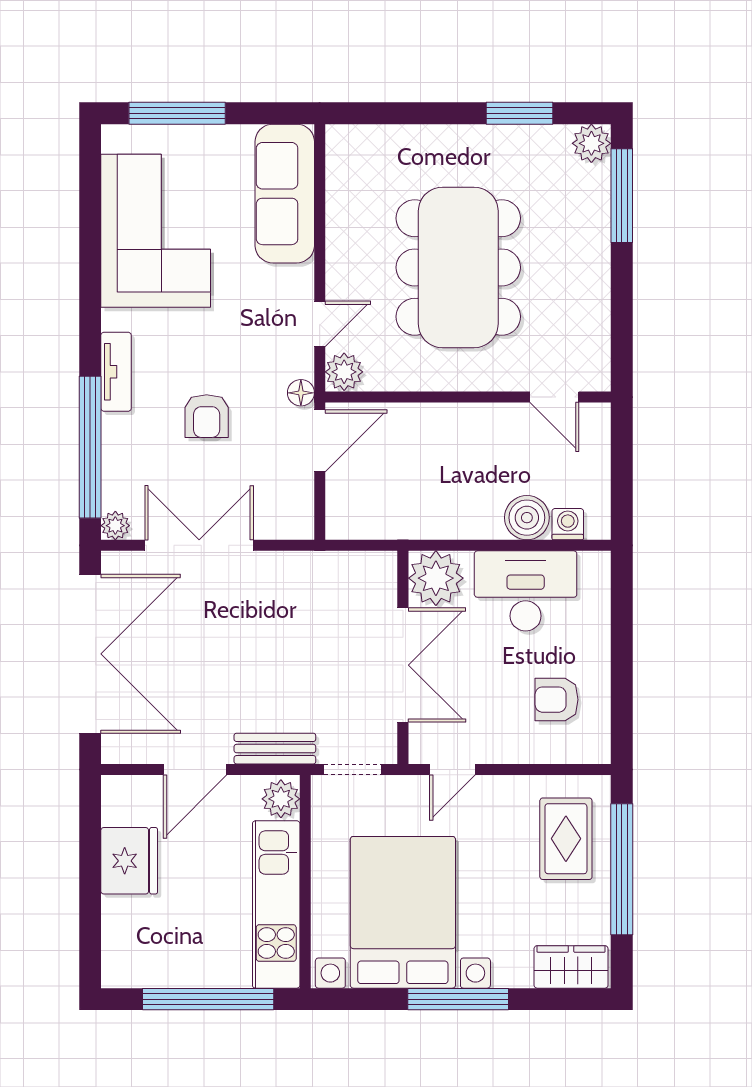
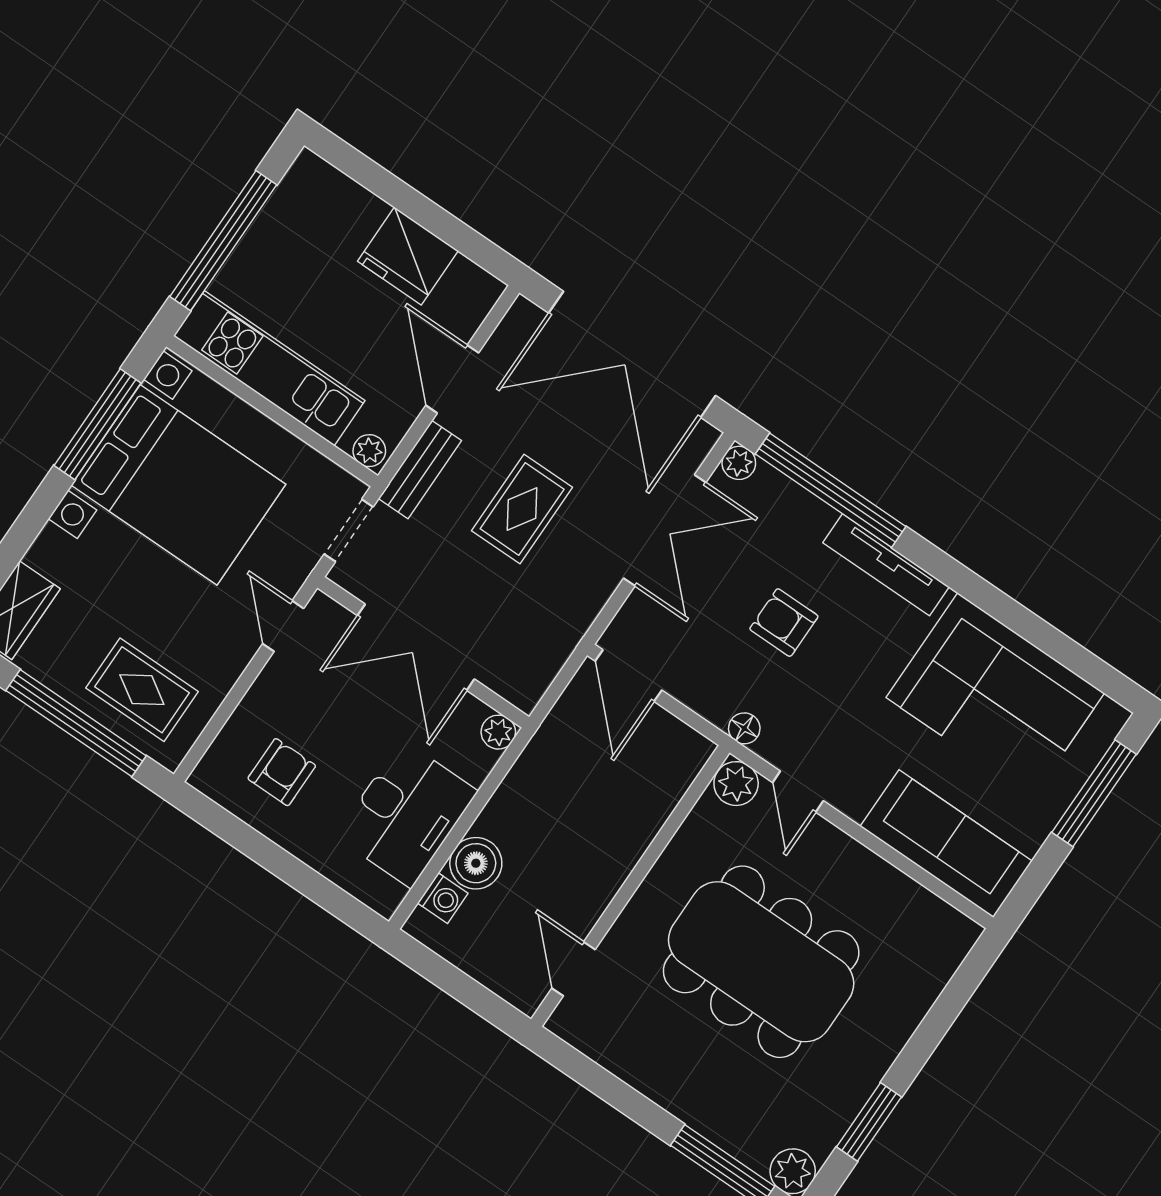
tv unit: (116, 372) -> (886, 565), width x1.41
door: (554, 397) -> (574, 969), hinge flipped
door: (320, 441) -> (628, 676), moved
plant: (436, 578) -> (498, 732), width x0.53, depth x0.53
rug: (253, 657) -> (522, 509), added
plant: (281, 799) -> (369, 451), width x0.73, depth x0.73
window: (458, 999) -> (98, 424), moved

